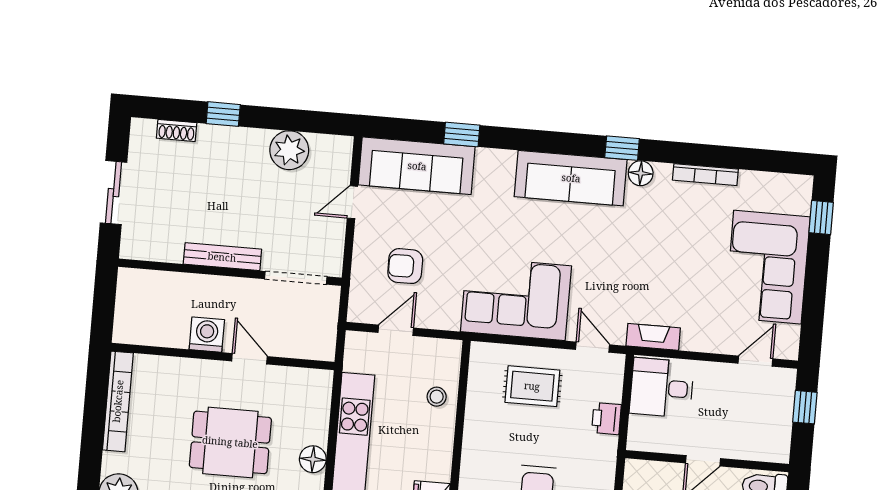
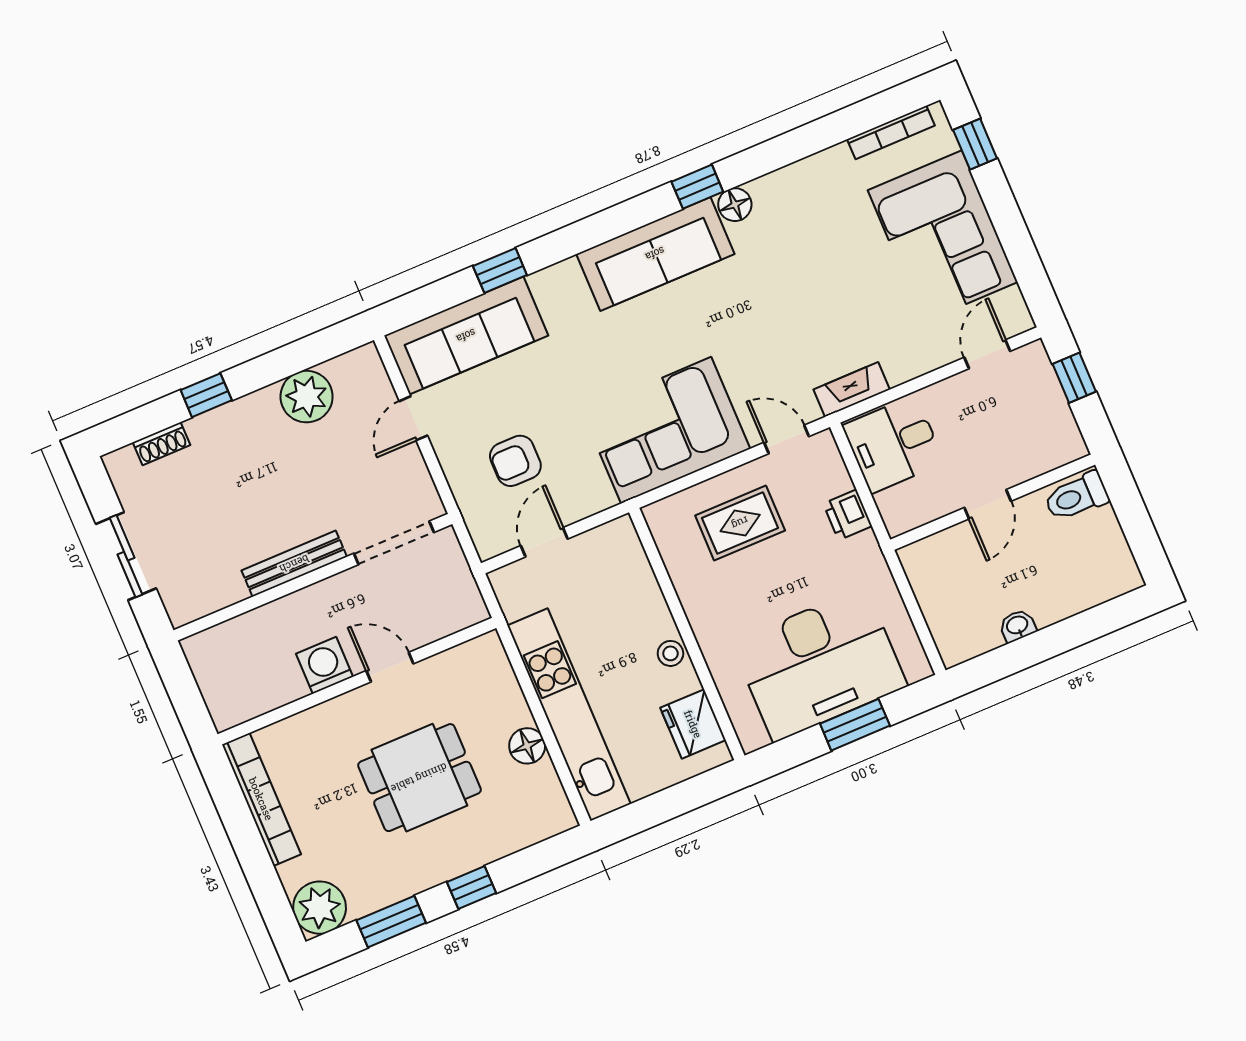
bookcase: (705, 175) -> (891, 132), moved
stool: (437, 397) -> (670, 653), moved

